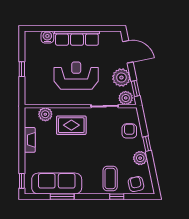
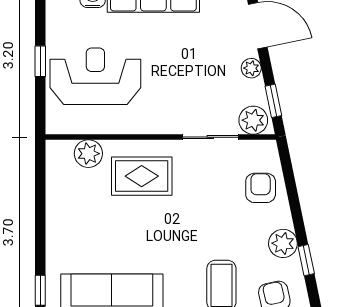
reception desk: (76, 76) -> (95, 76), moved
plant: (121, 78) -> (251, 68), width x0.53, depth x0.53
fireplace: (30, 140) -> (56, 206), removed
window: (147, 144) -> (306, 260), moved

